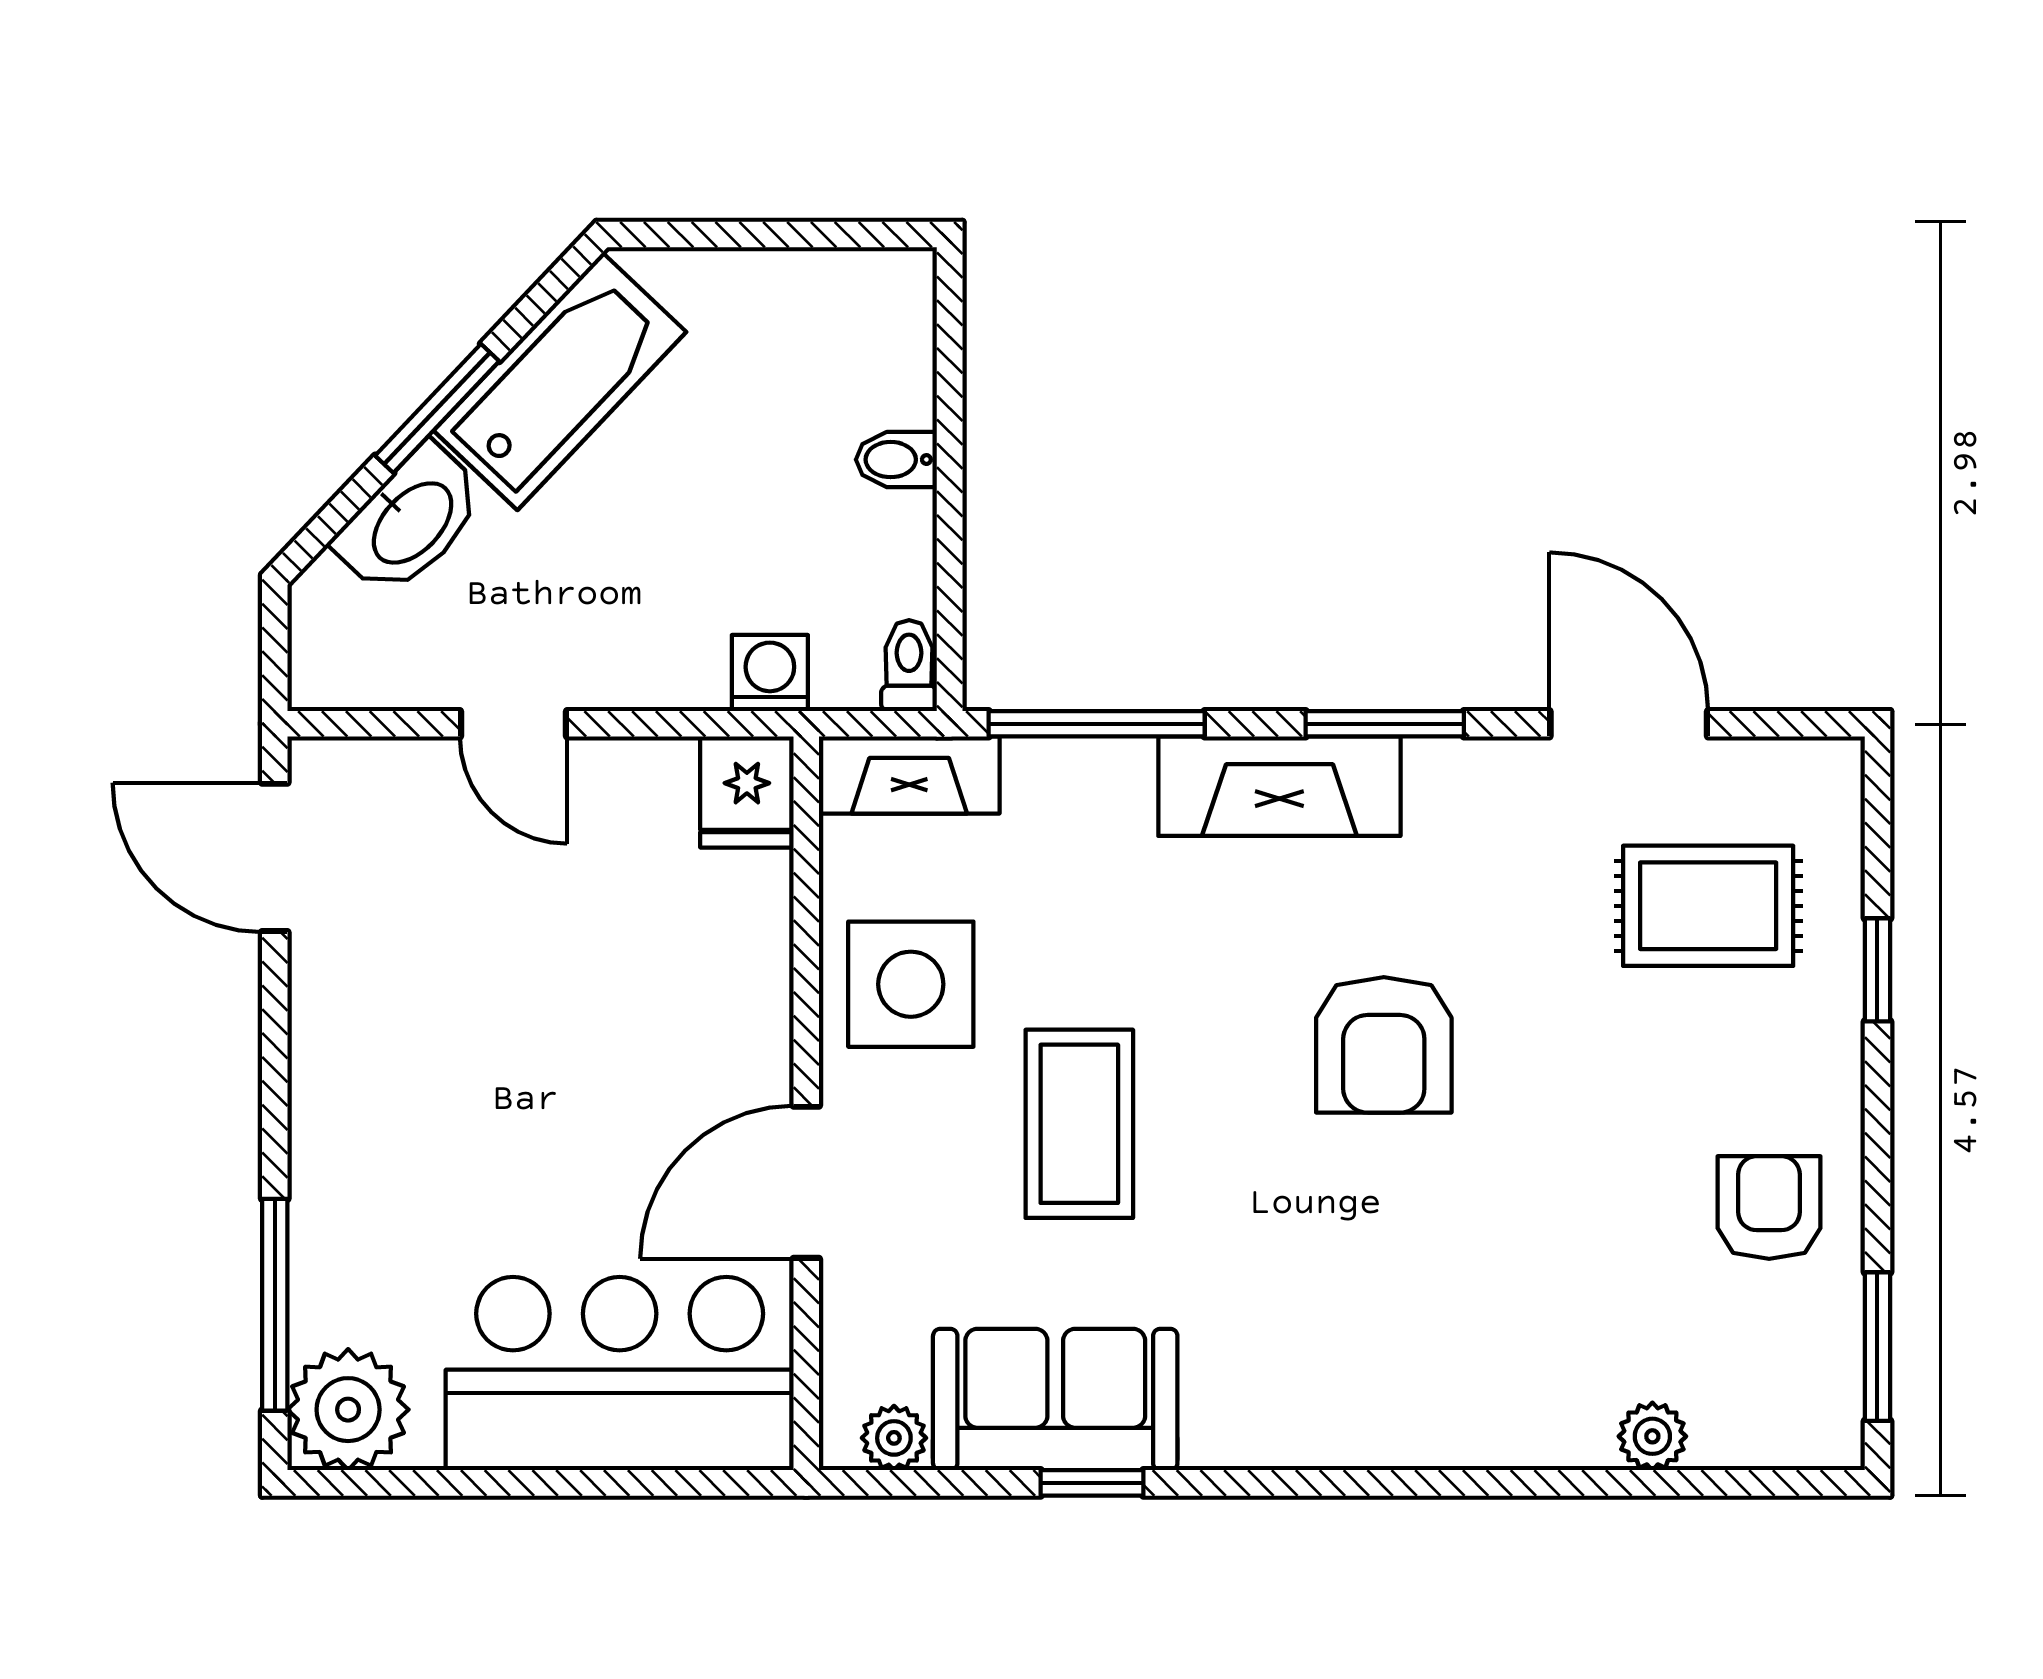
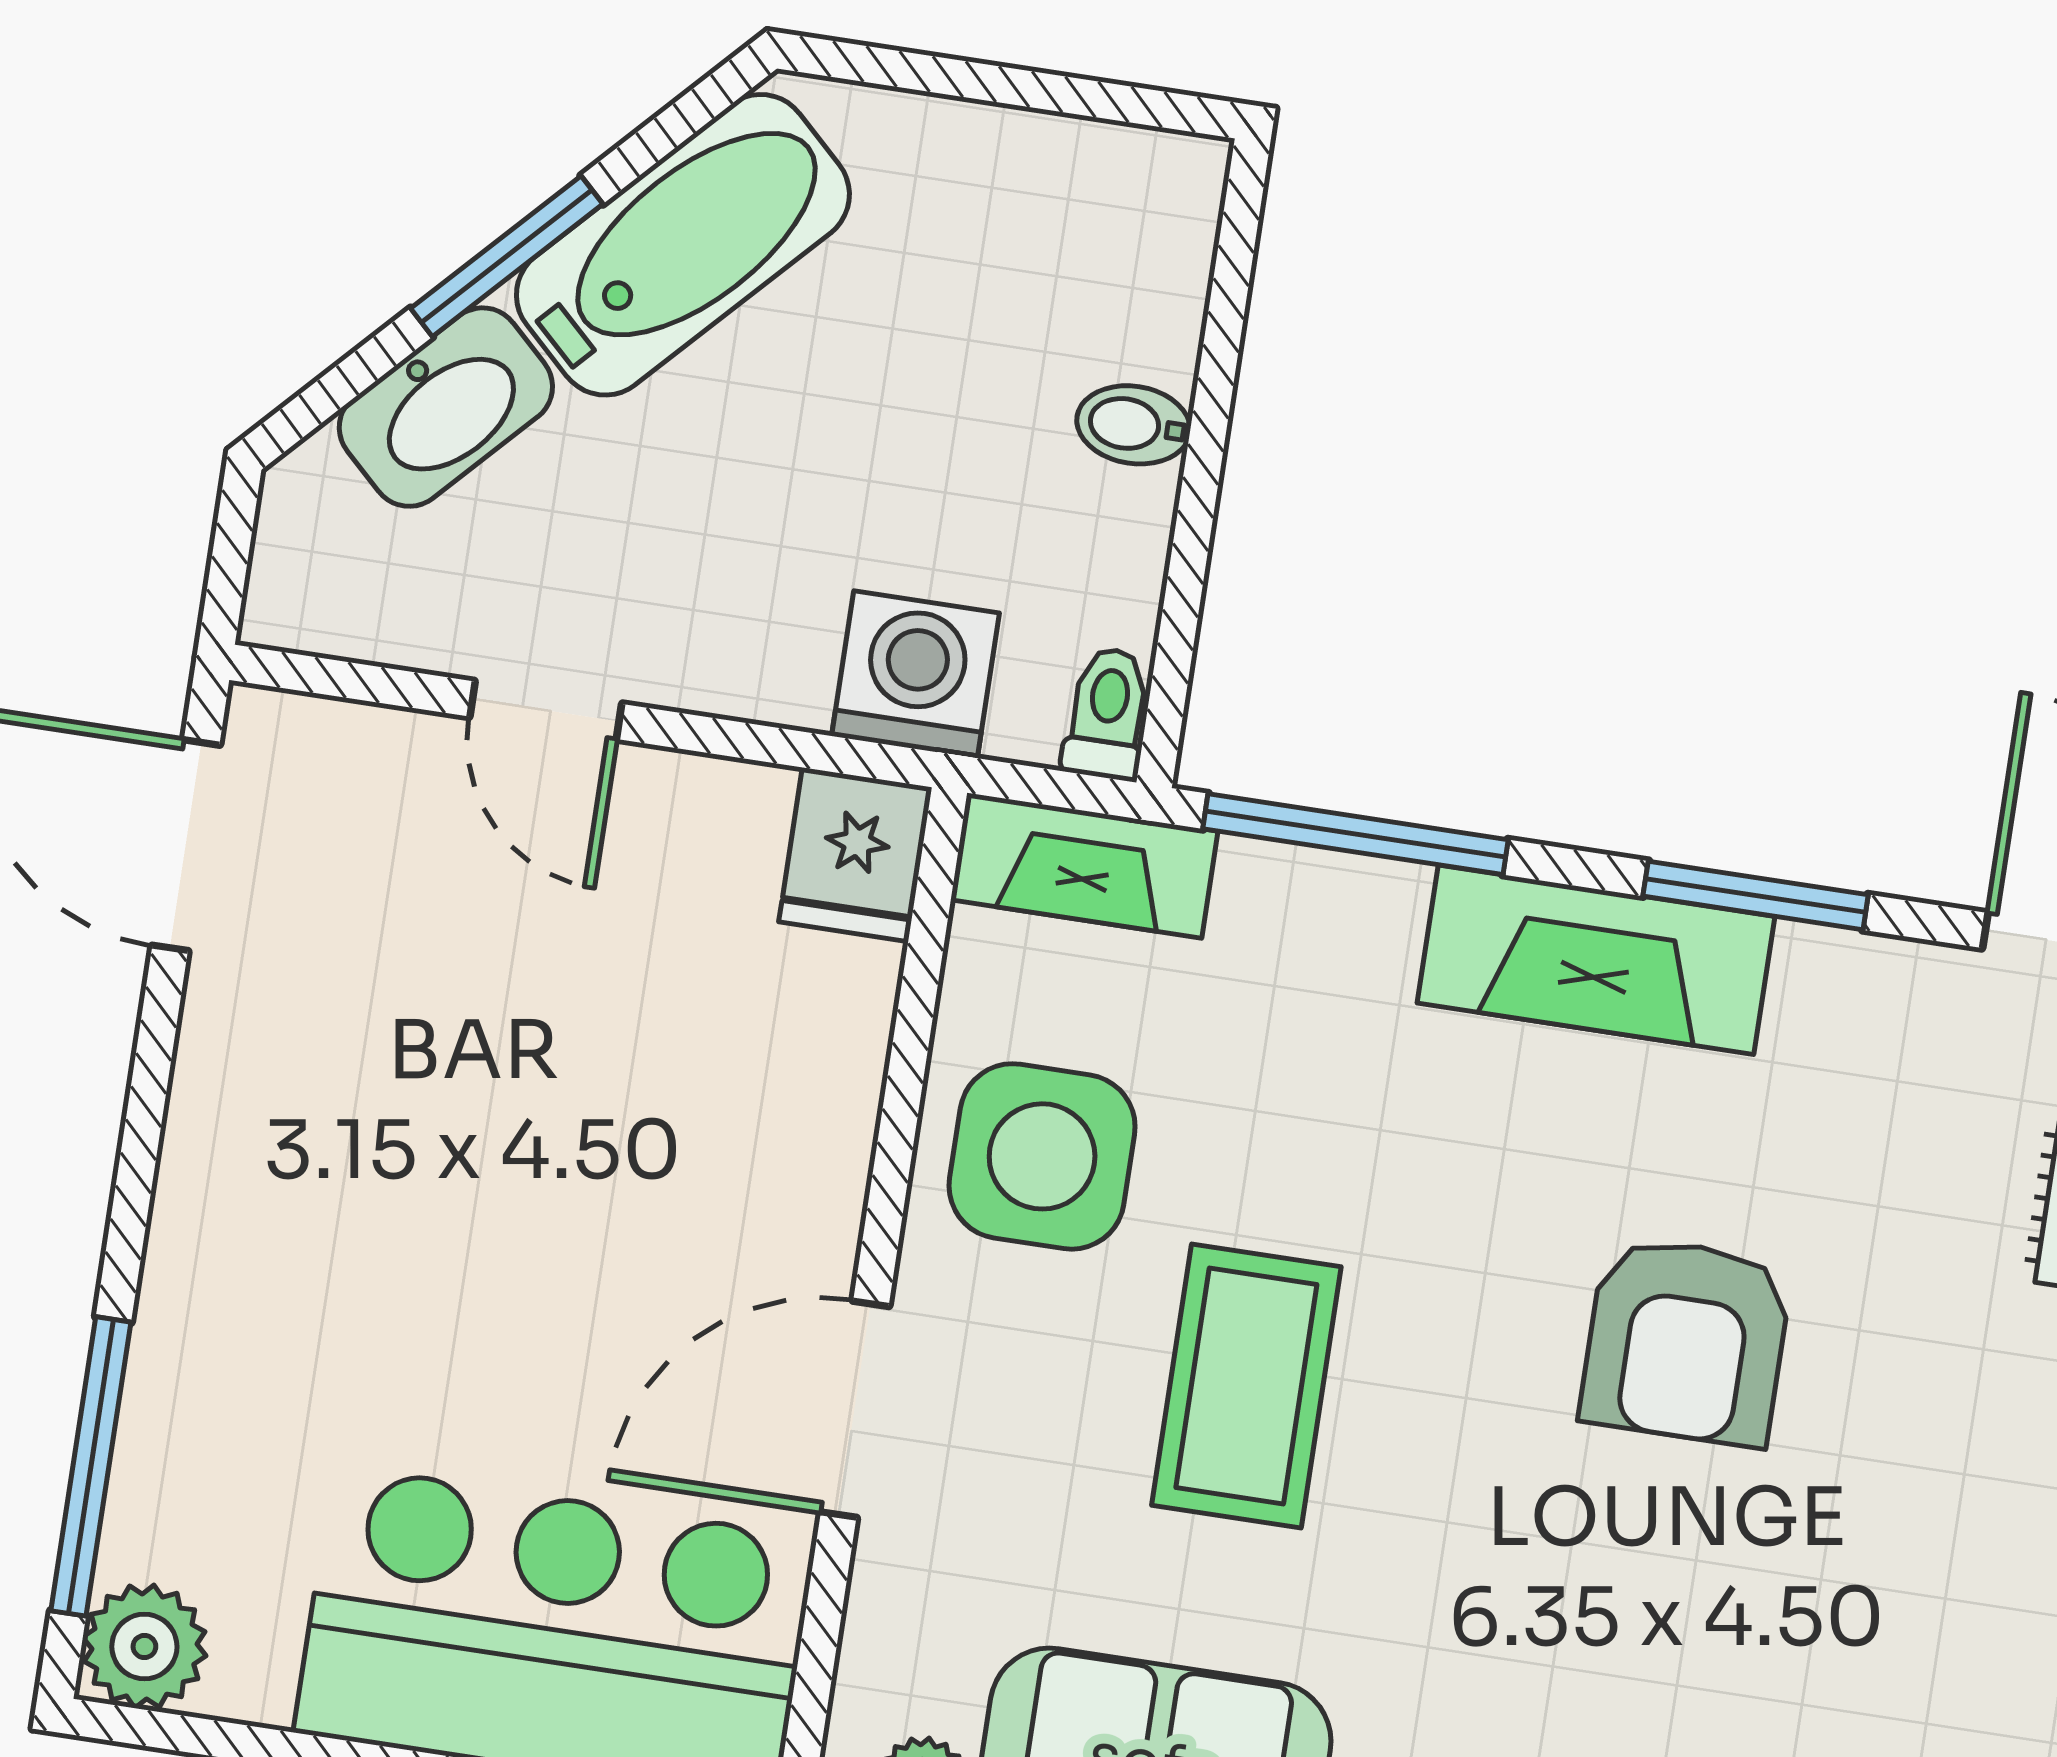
washing machine: (770, 673) -> (916, 674), width x1.38, depth x1.38
plant: (348, 1410) -> (144, 1647), width x0.73, depth x0.73

